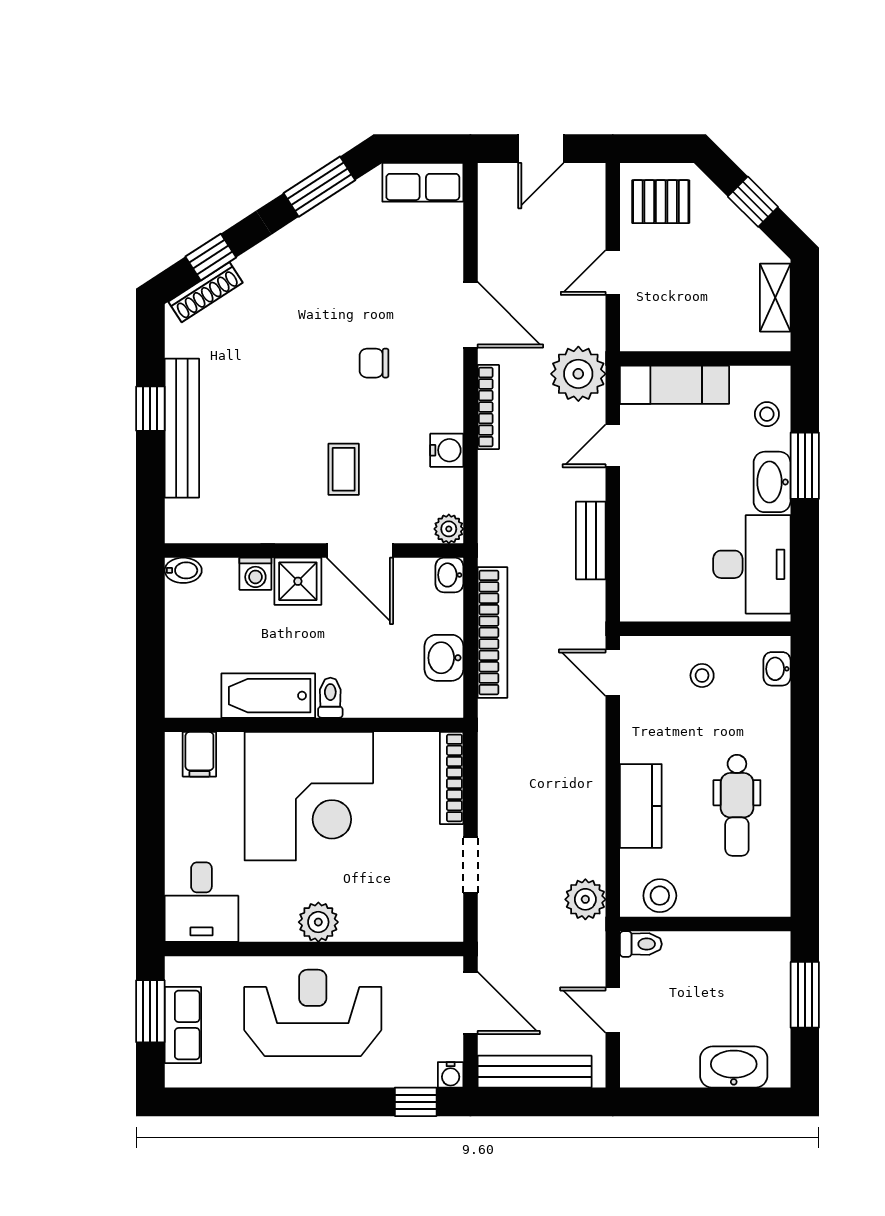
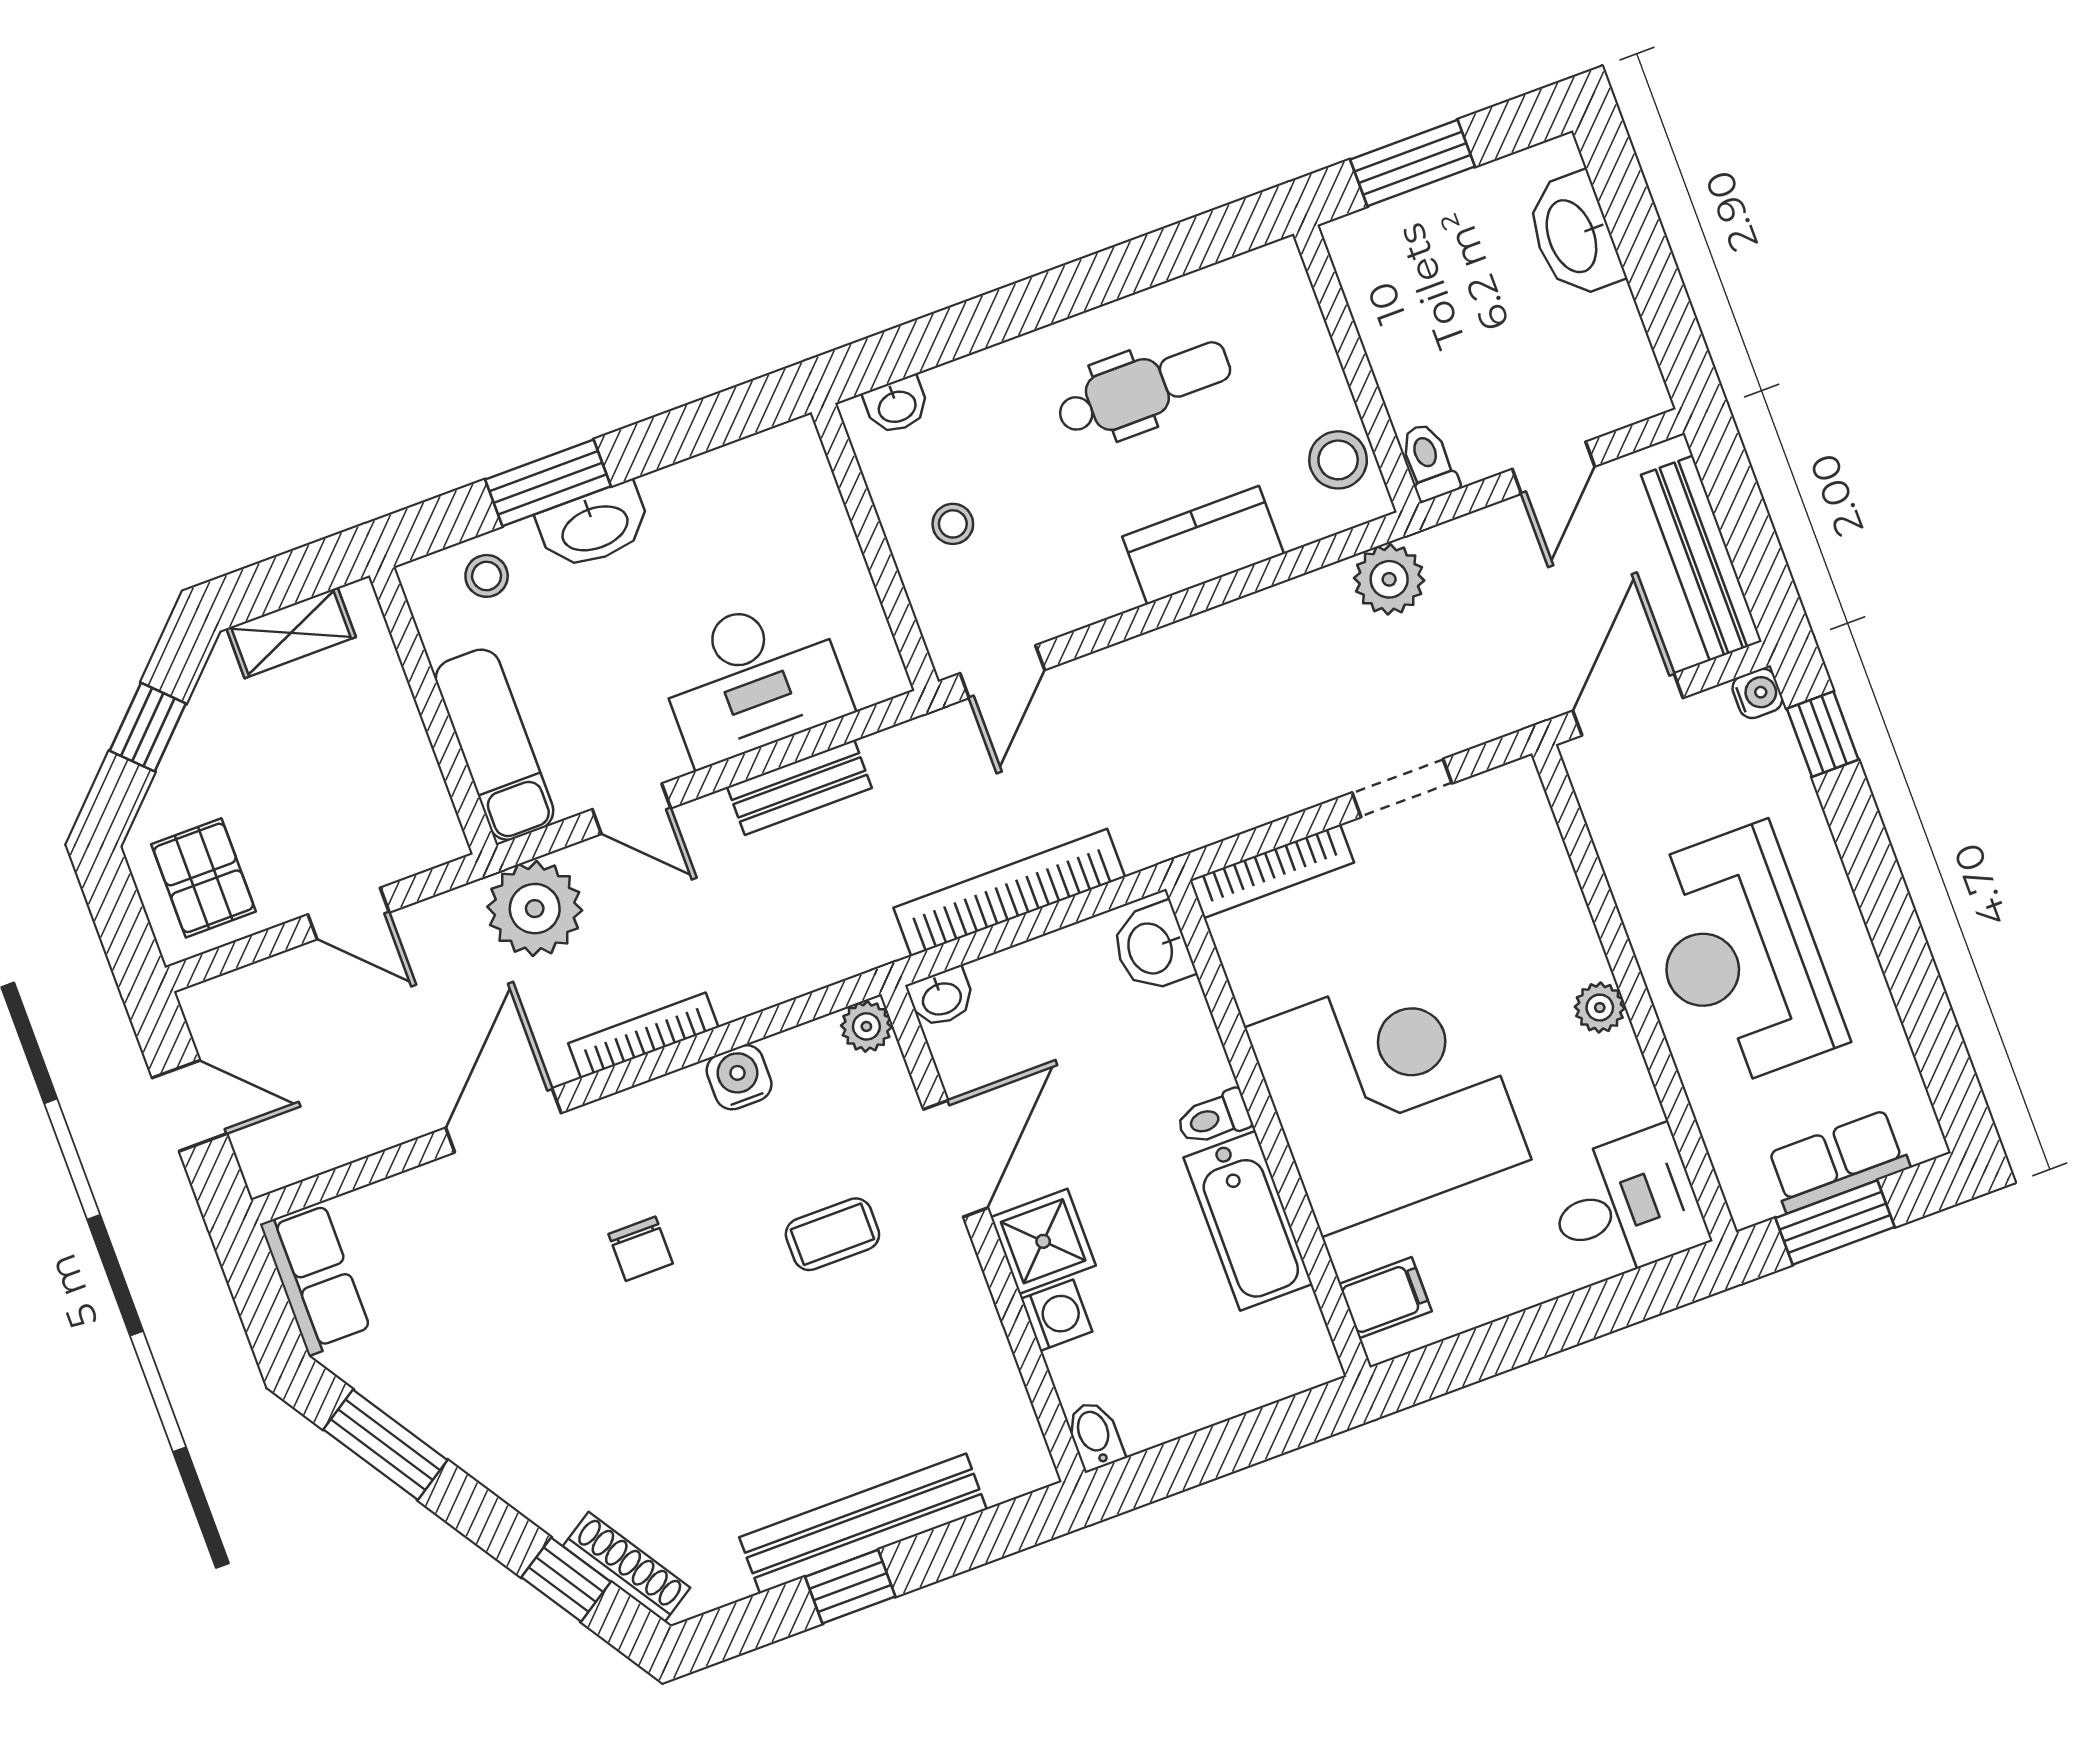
desk: (752, 564) -> (753, 679), moved, turned 180
washbasin: (444, 658) -> (1152, 948), moved, turned 90
plant: (318, 922) -> (1600, 1008), width x0.73, depth x0.73

